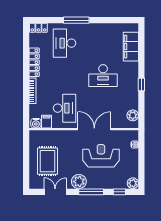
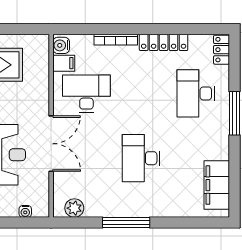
desk: (65, 43) -> (196, 93), turned -90
filing cabinet: (131, 47) -> (217, 185), moved, turned -90
window: (141, 84) -> (126, 223), width x2.17
desk: (65, 108) -> (86, 93), turned 180

